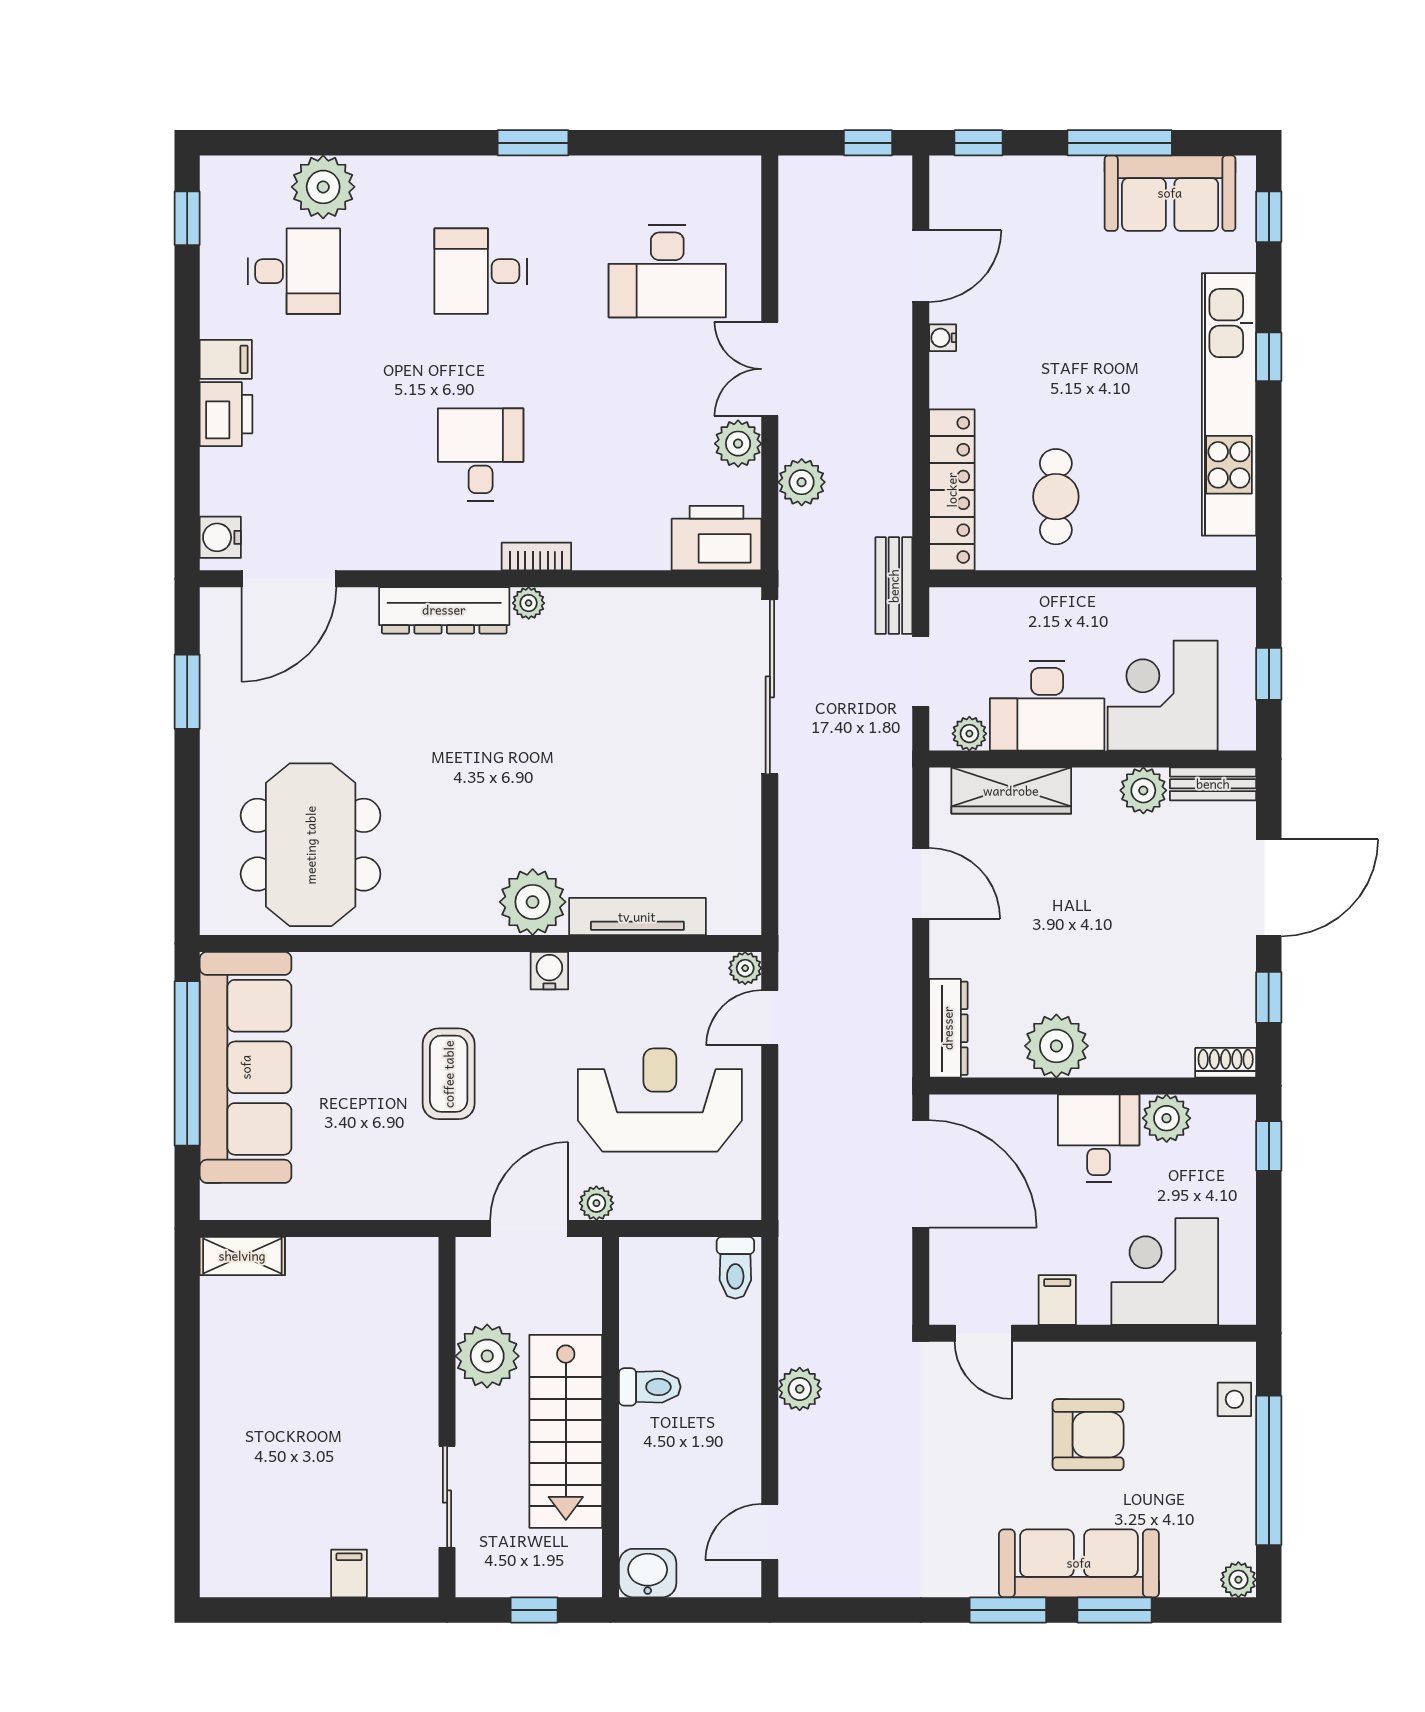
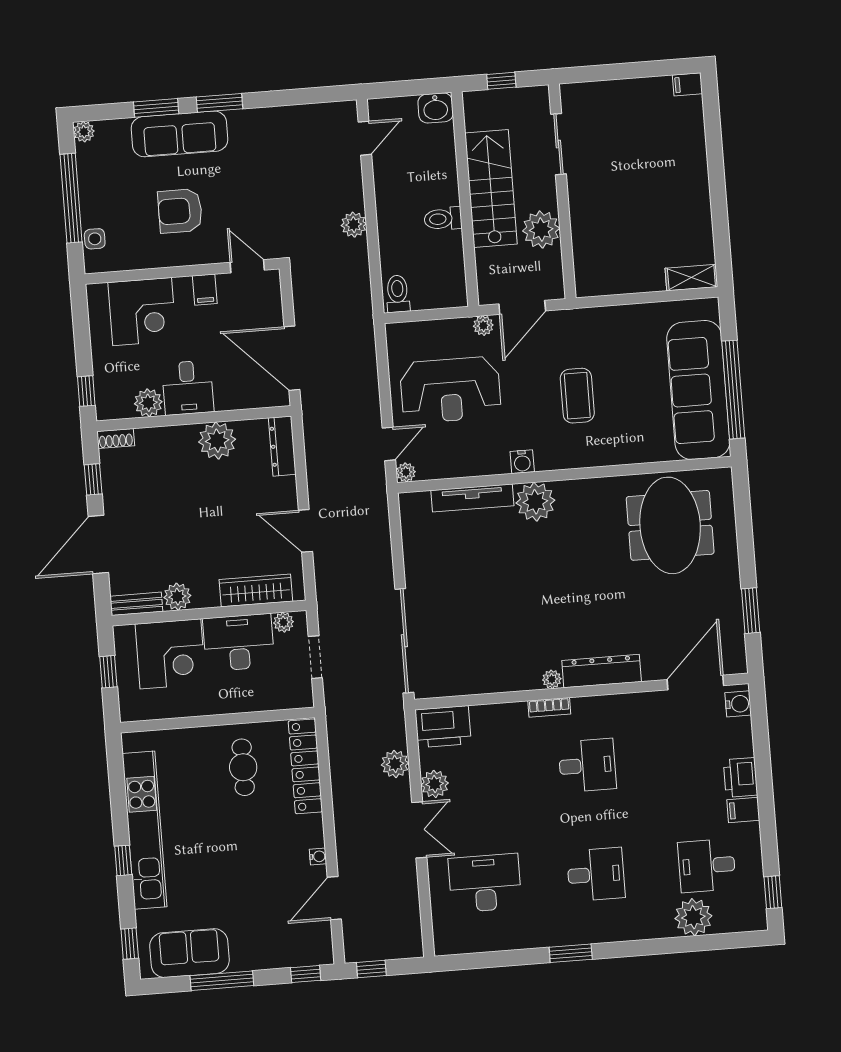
desk: (481, 454) -> (587, 765), turned -90
bench: (894, 586) -> (335, 707), removed
filing cabinet: (349, 1573) -> (687, 84), moved, turned 90

